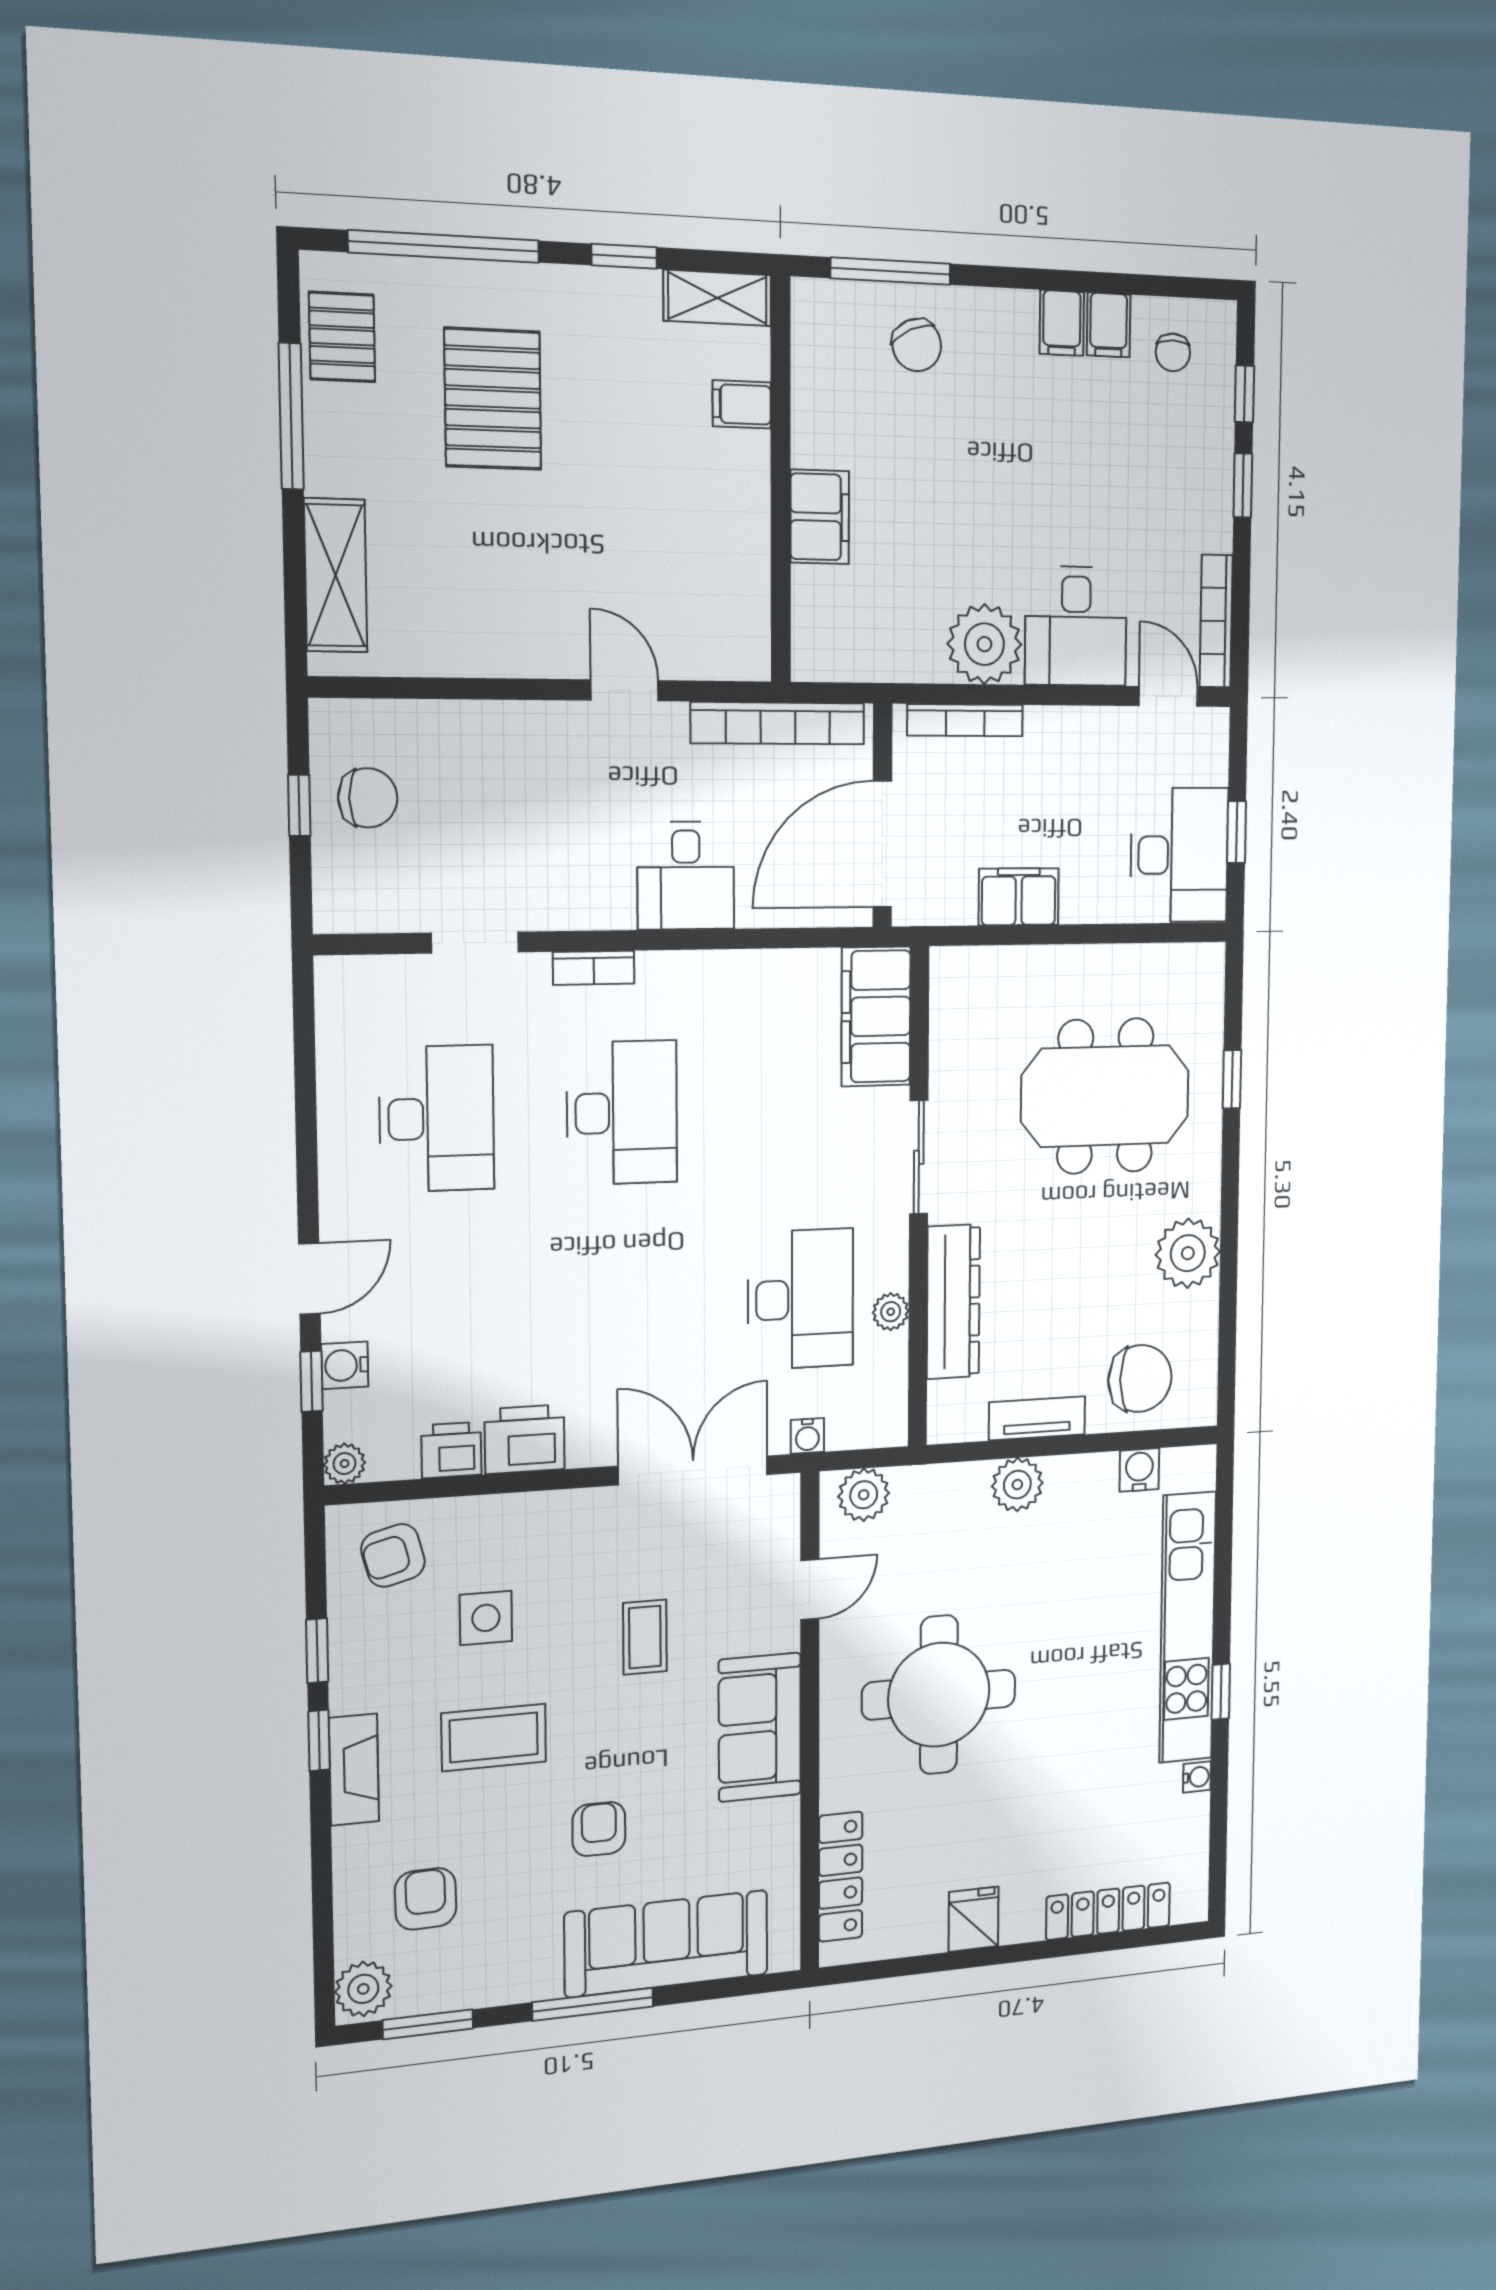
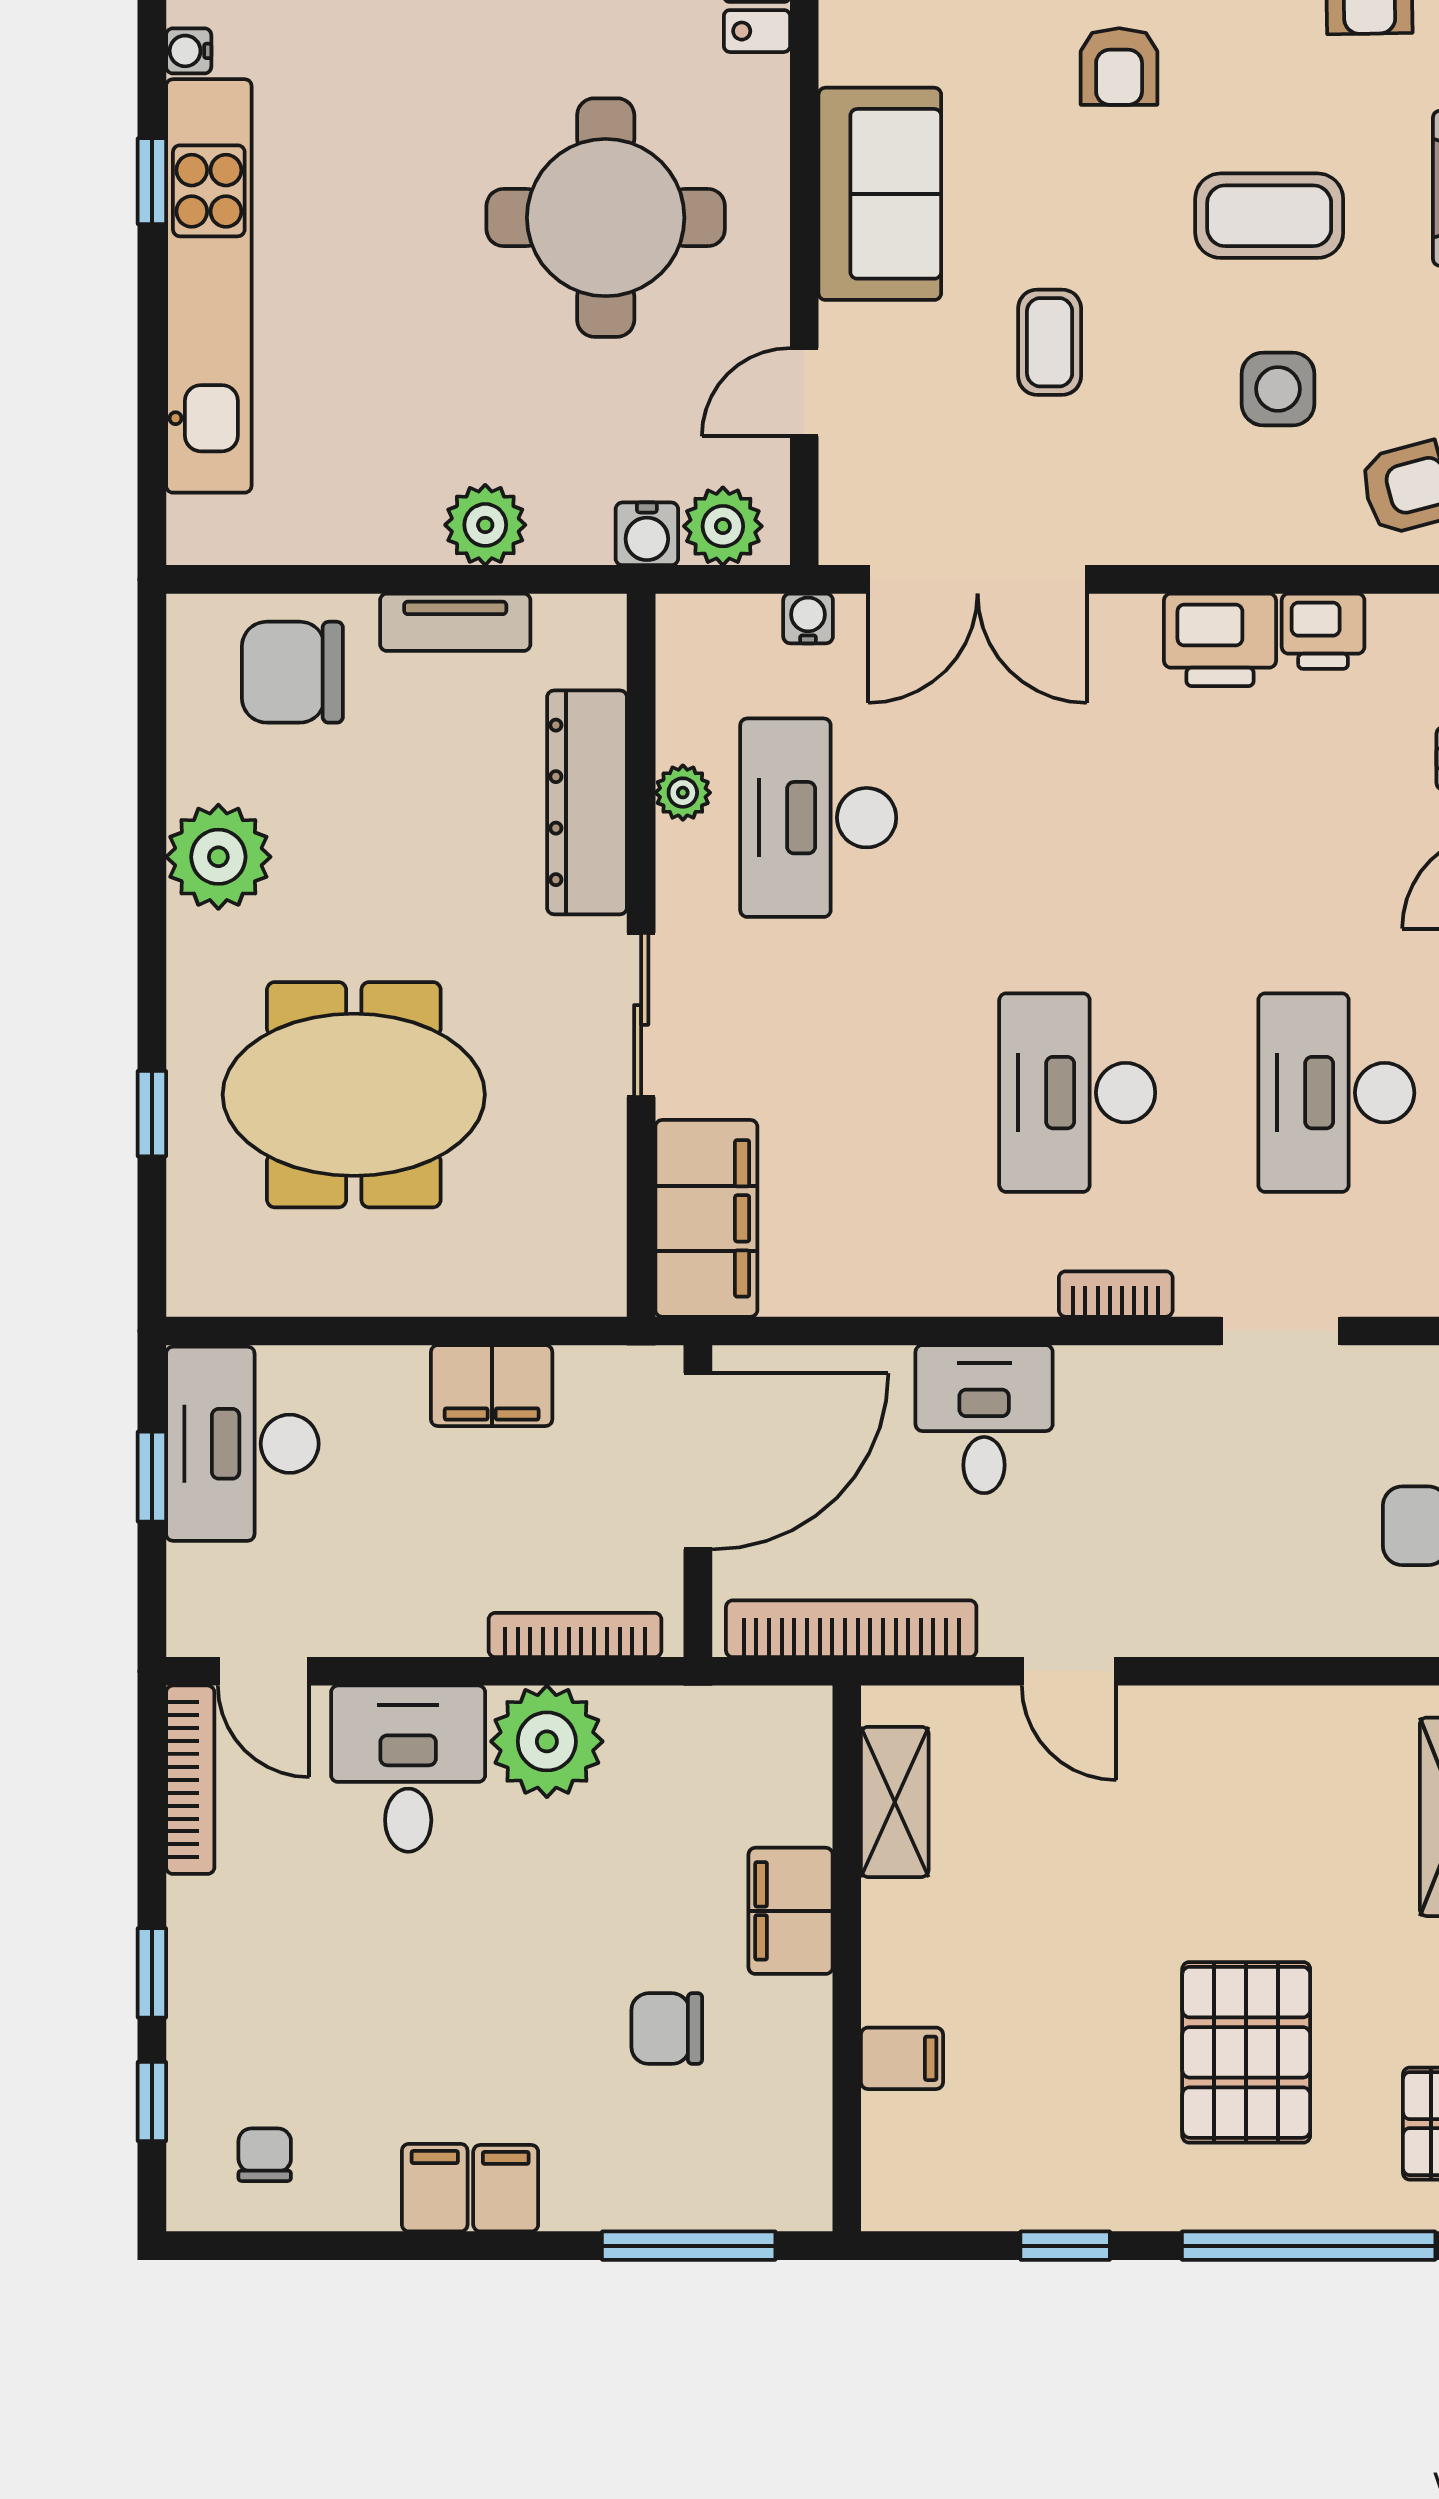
shelving: (717, 298) -> (895, 1802), moved, turned 90
filing cabinet: (1109, 325) -> (506, 2188), moved
chair: (917, 345) -> (667, 2029), moved, turned -66
water cooler: (1139, 1470) -> (647, 534), moved

